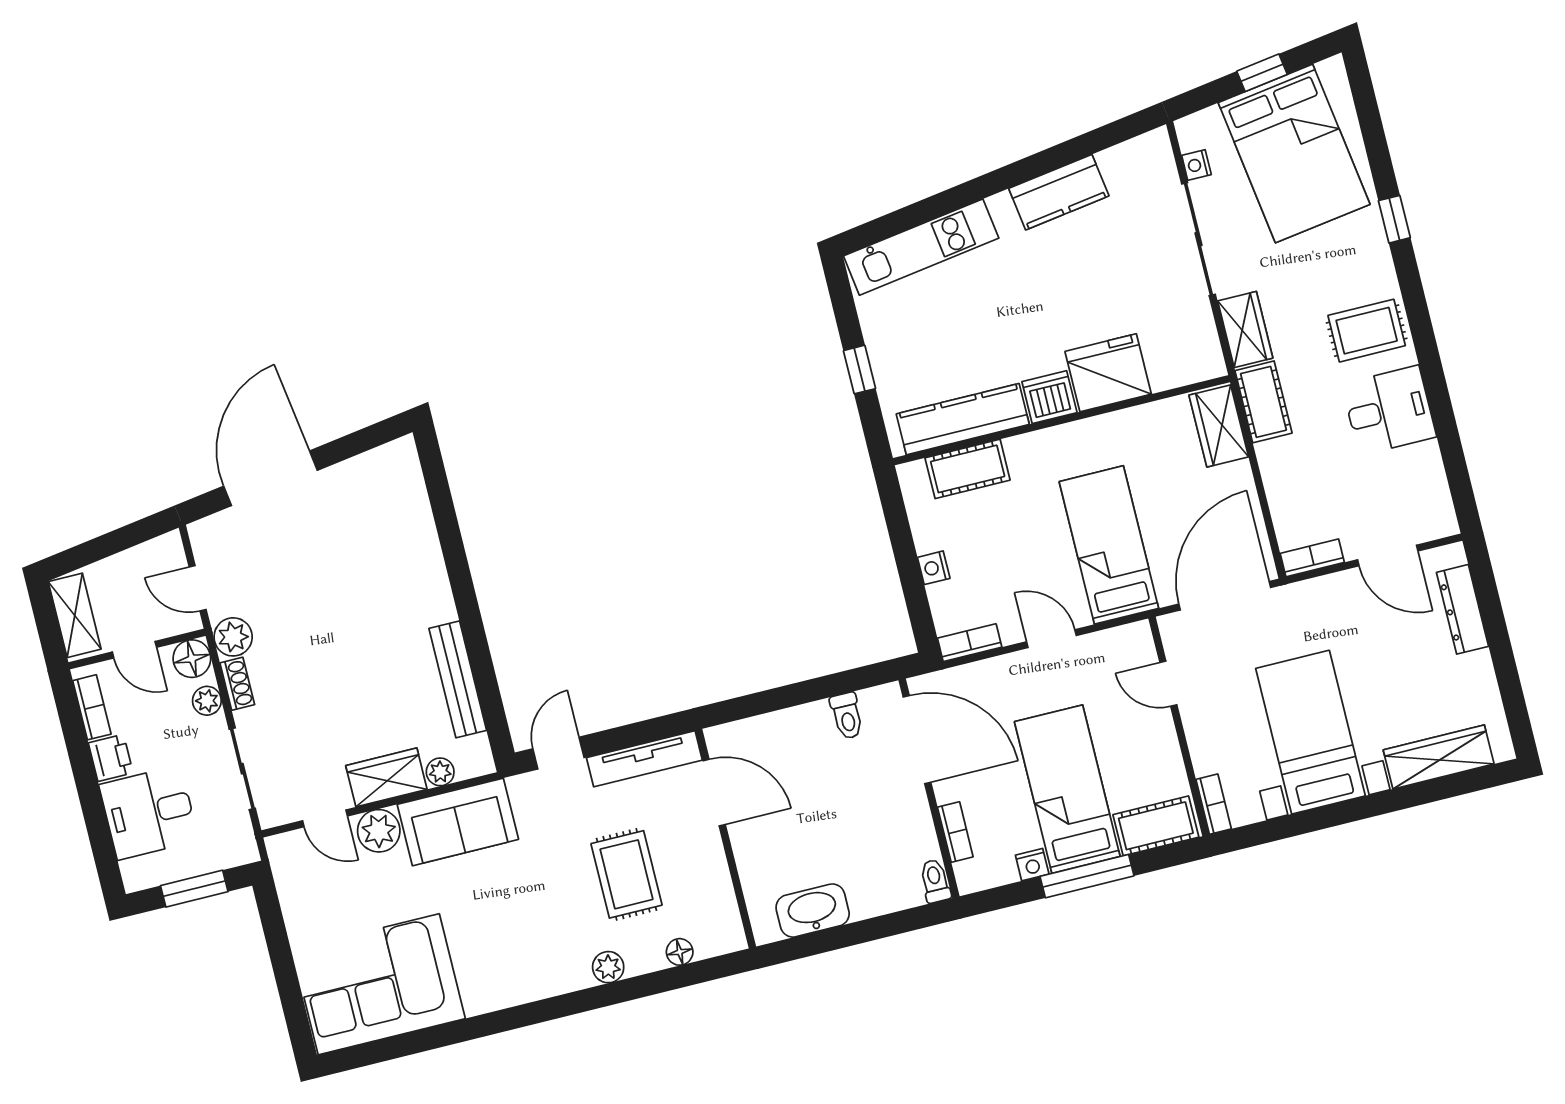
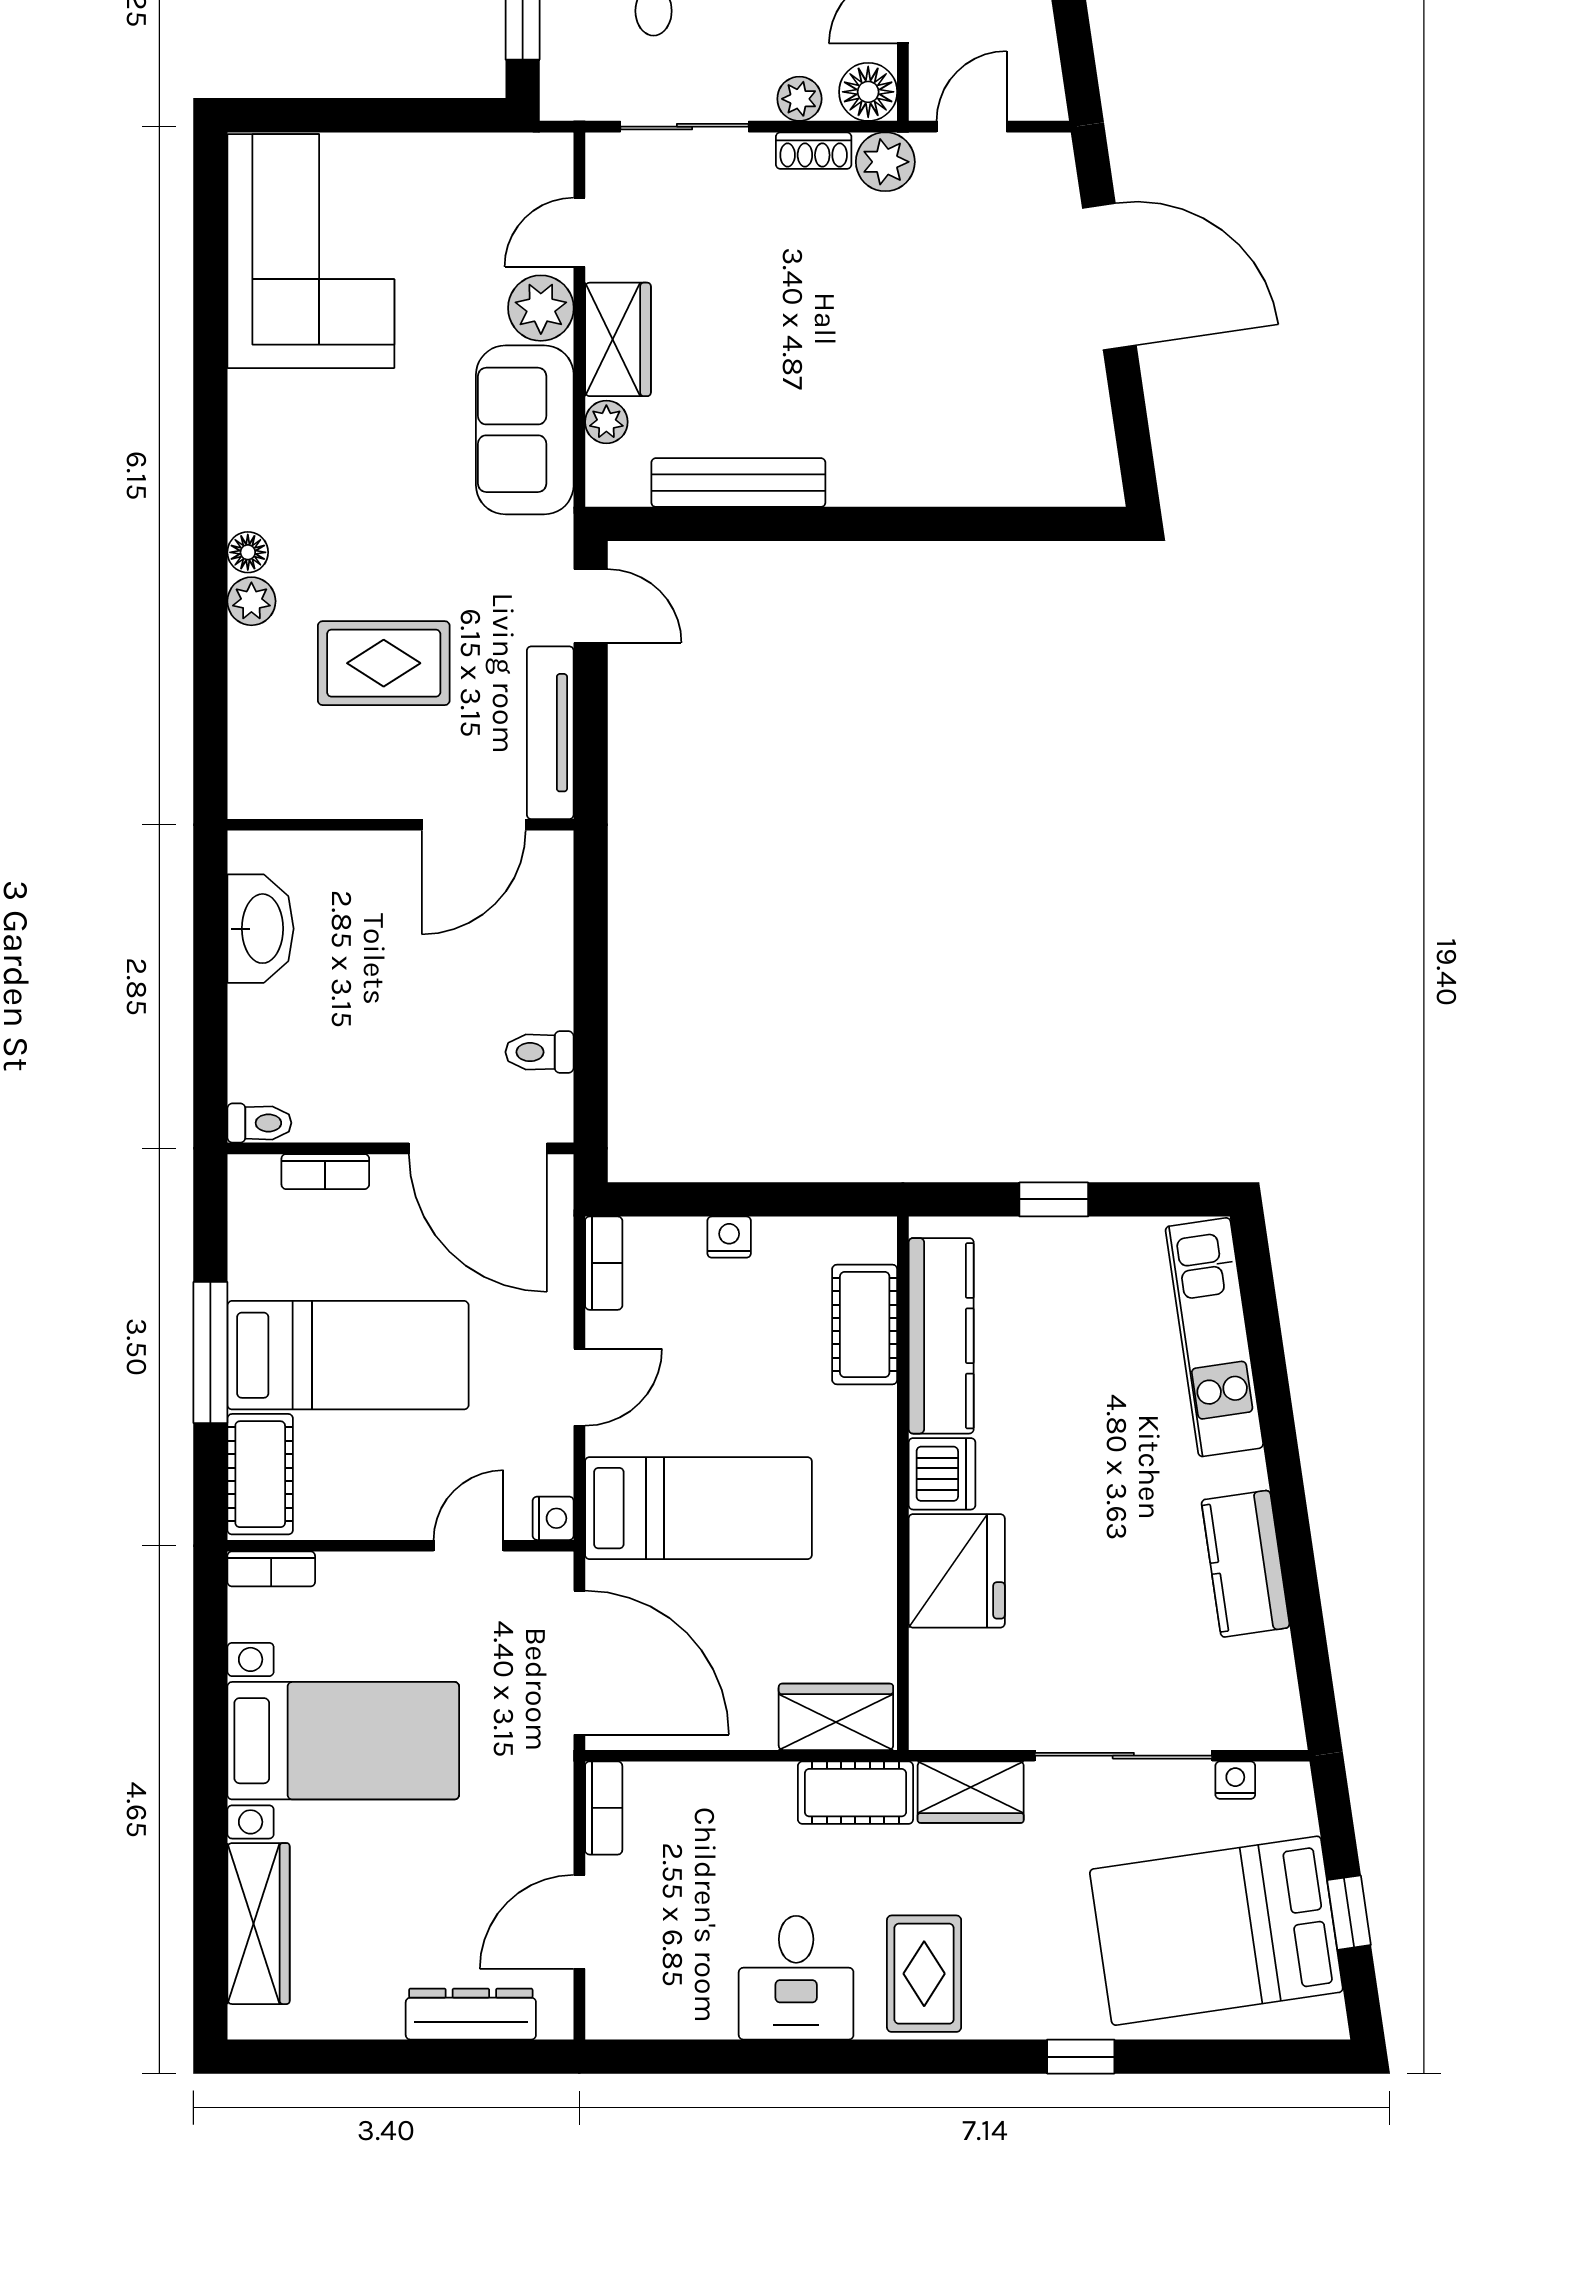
door: (917, 740) -> (478, 1148), hinge flipped
nightstand: (1032, 865) -> (553, 1518), moved, turned 180
floor lamp: (680, 952) -> (248, 552), moved

